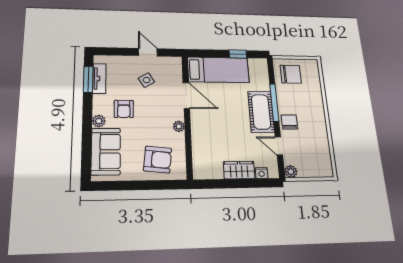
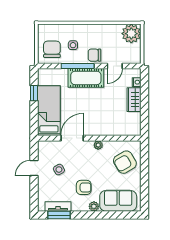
side table: (298, 97) -> (73, 45), added
armchair: (158, 159) -> (125, 162), turned -126
plant: (291, 172) -> (131, 34), moved, width x1.88, depth x1.88

